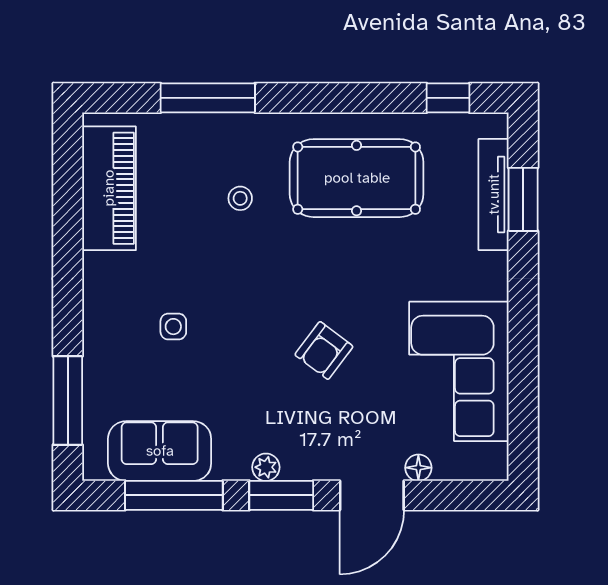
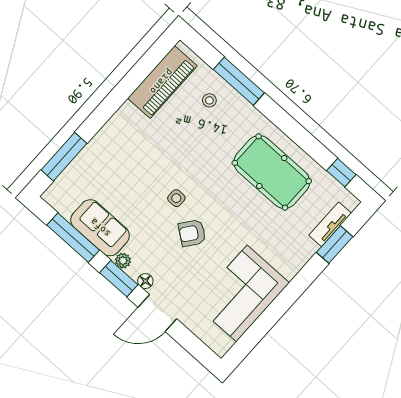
tv unit: (494, 194) -> (330, 224), width x0.71
stool: (240, 198) -> (209, 100), moved
side table: (173, 327) -> (176, 198), moved
sofa: (160, 451) -> (100, 228), moved
floor lamp: (418, 468) -> (145, 281), moved

